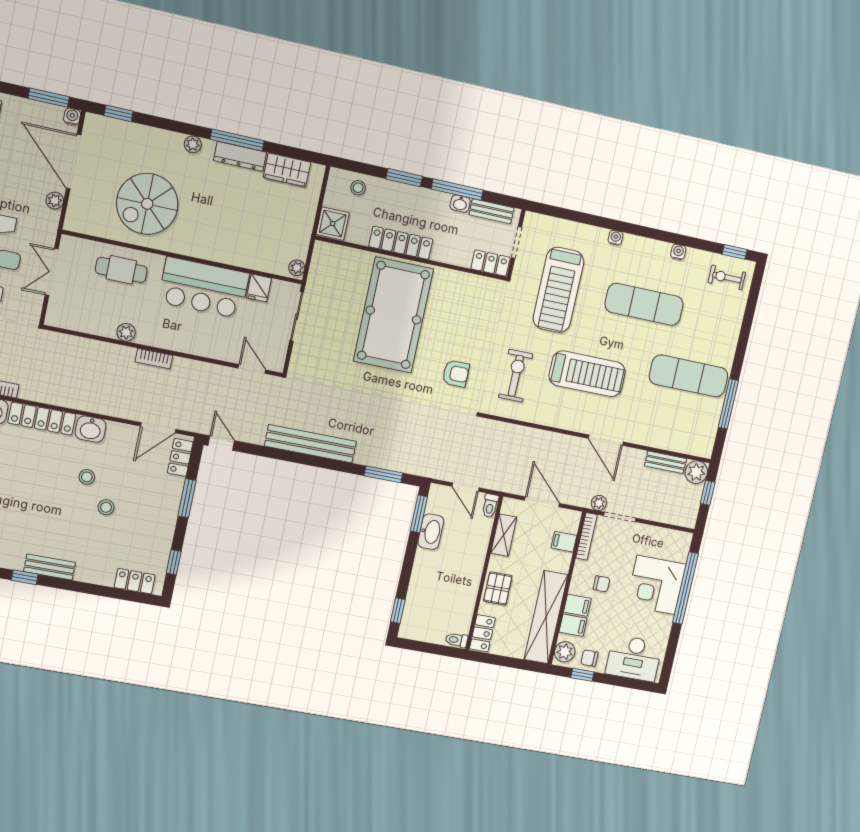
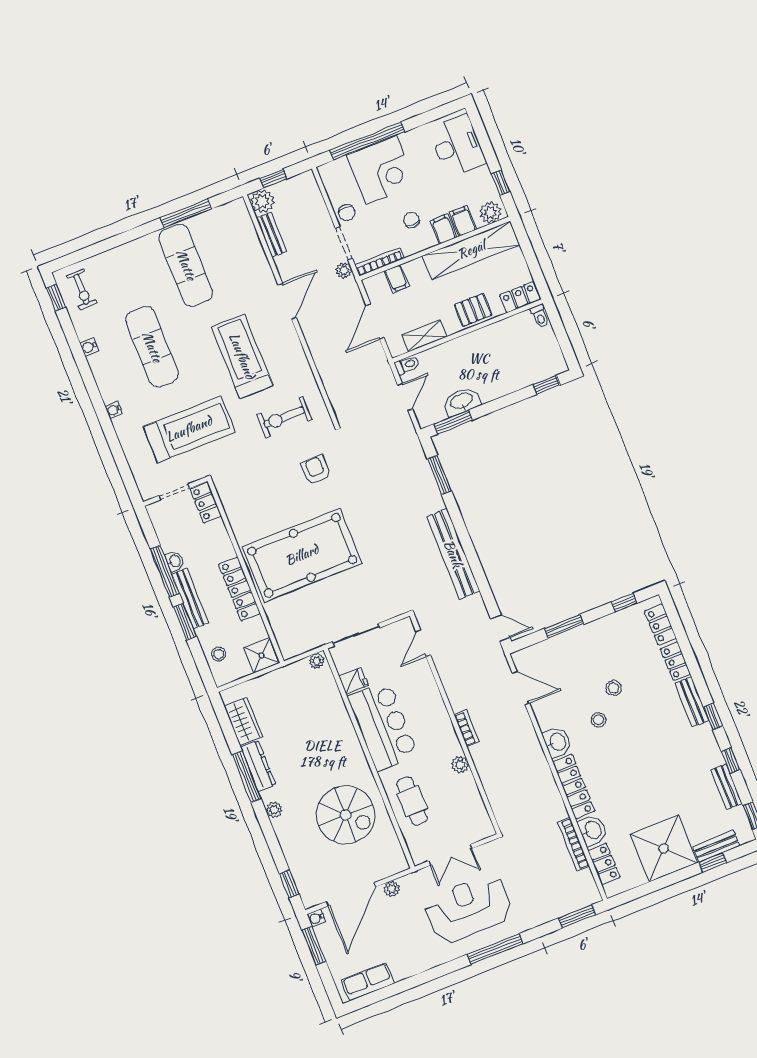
bench: (492, 211) -> (190, 599), moved, width x1.36
door: (221, 443) -> (500, 628), swing flipped
locker: (180, 457) -> (675, 661), moved, turned 90
chair: (589, 658) -> (347, 213), moved

